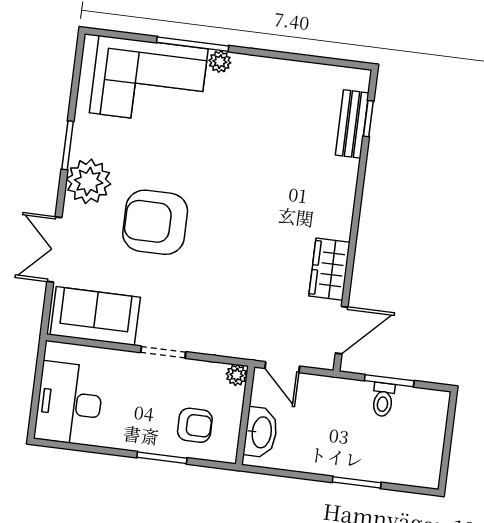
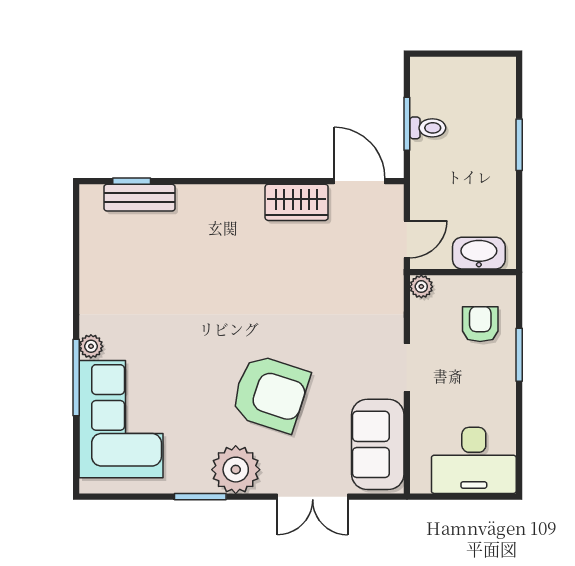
armchair: (155, 222) -> (270, 393), turned -72

